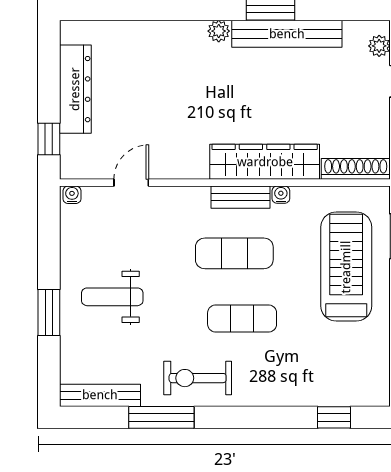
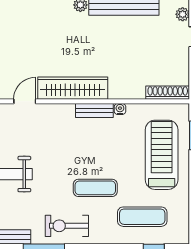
wardrobe: (265, 162) -> (73, 88), moved
exercise mat: (234, 253) -> (142, 217), moved

